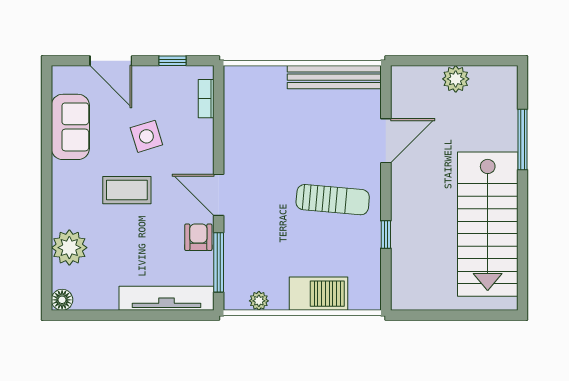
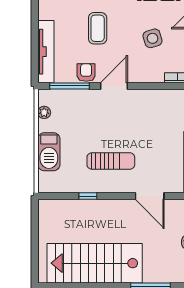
coffee table: (127, 190) -> (98, 28), moved
sun lounger: (333, 200) -> (111, 161), turned -95
armchair: (198, 237) -> (86, 73), turned -90

